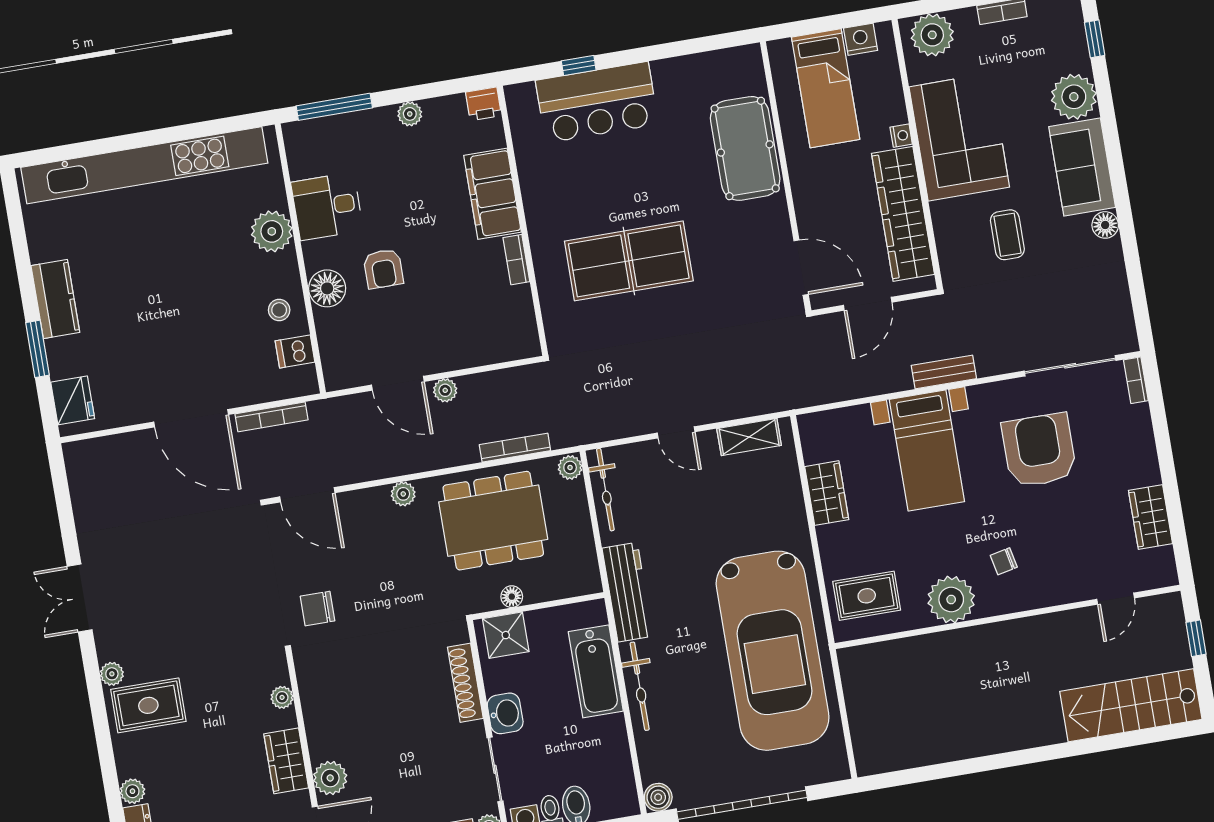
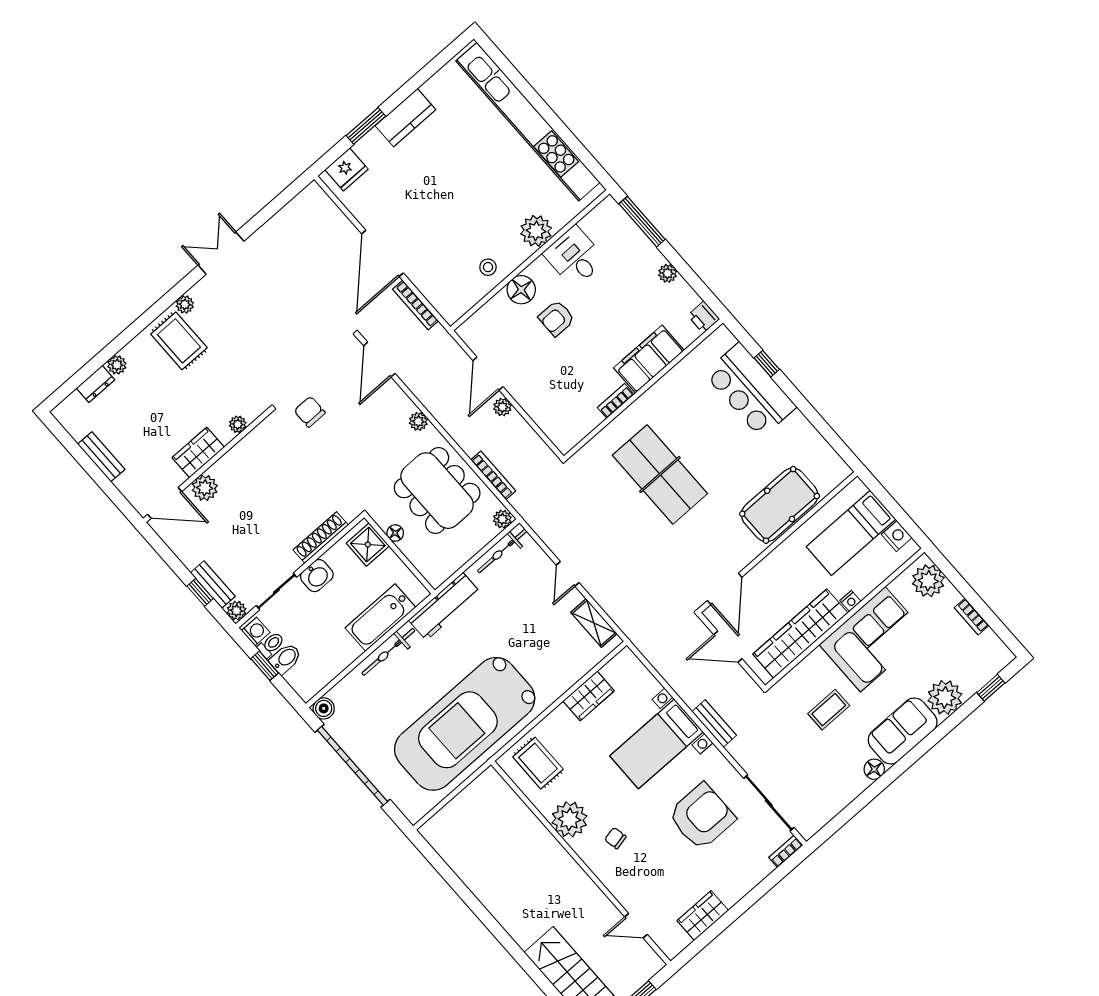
dishwasher: (295, 351) -> (467, 294), removed

